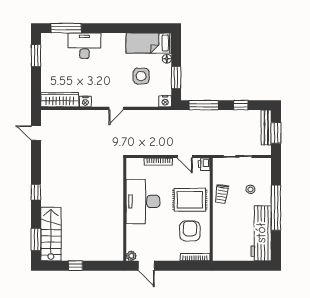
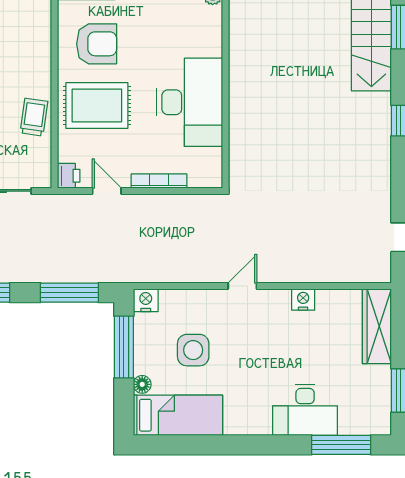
window: (176, 78) -> (124, 347), width x1.44
wardrobe: (60, 100) -> (377, 326), moved, turned 90
armchair: (190, 231) -> (97, 44), turned -90

